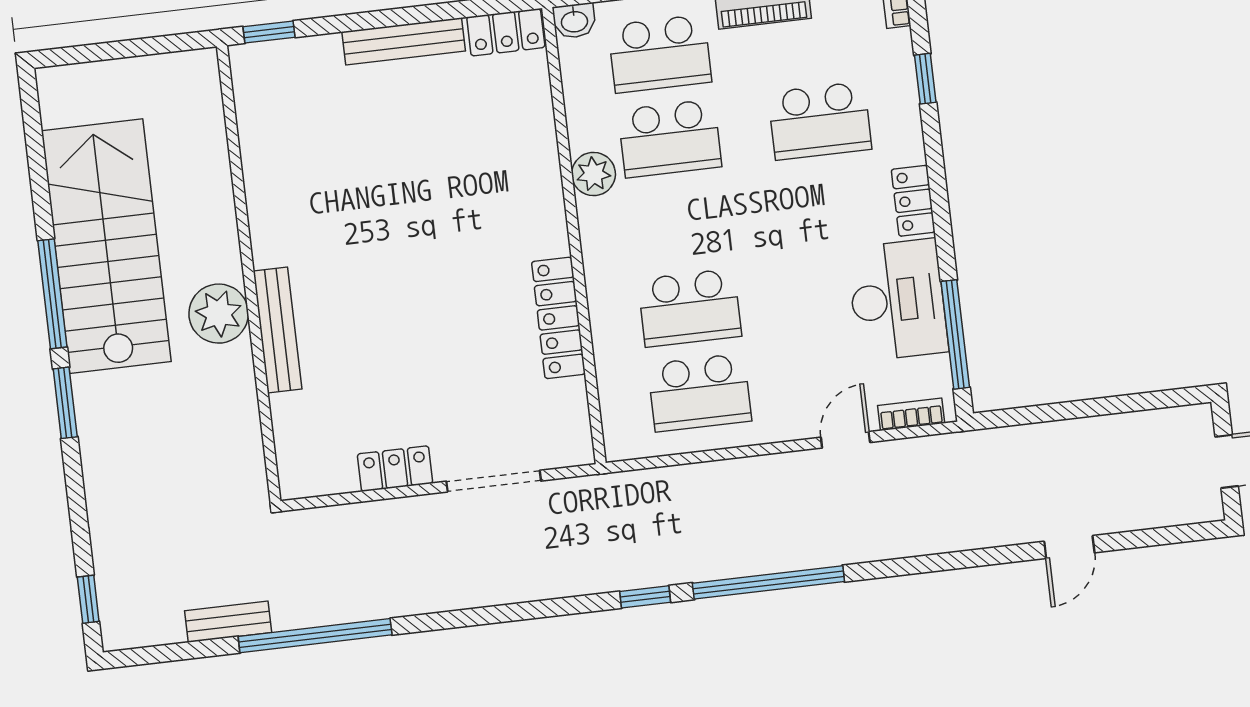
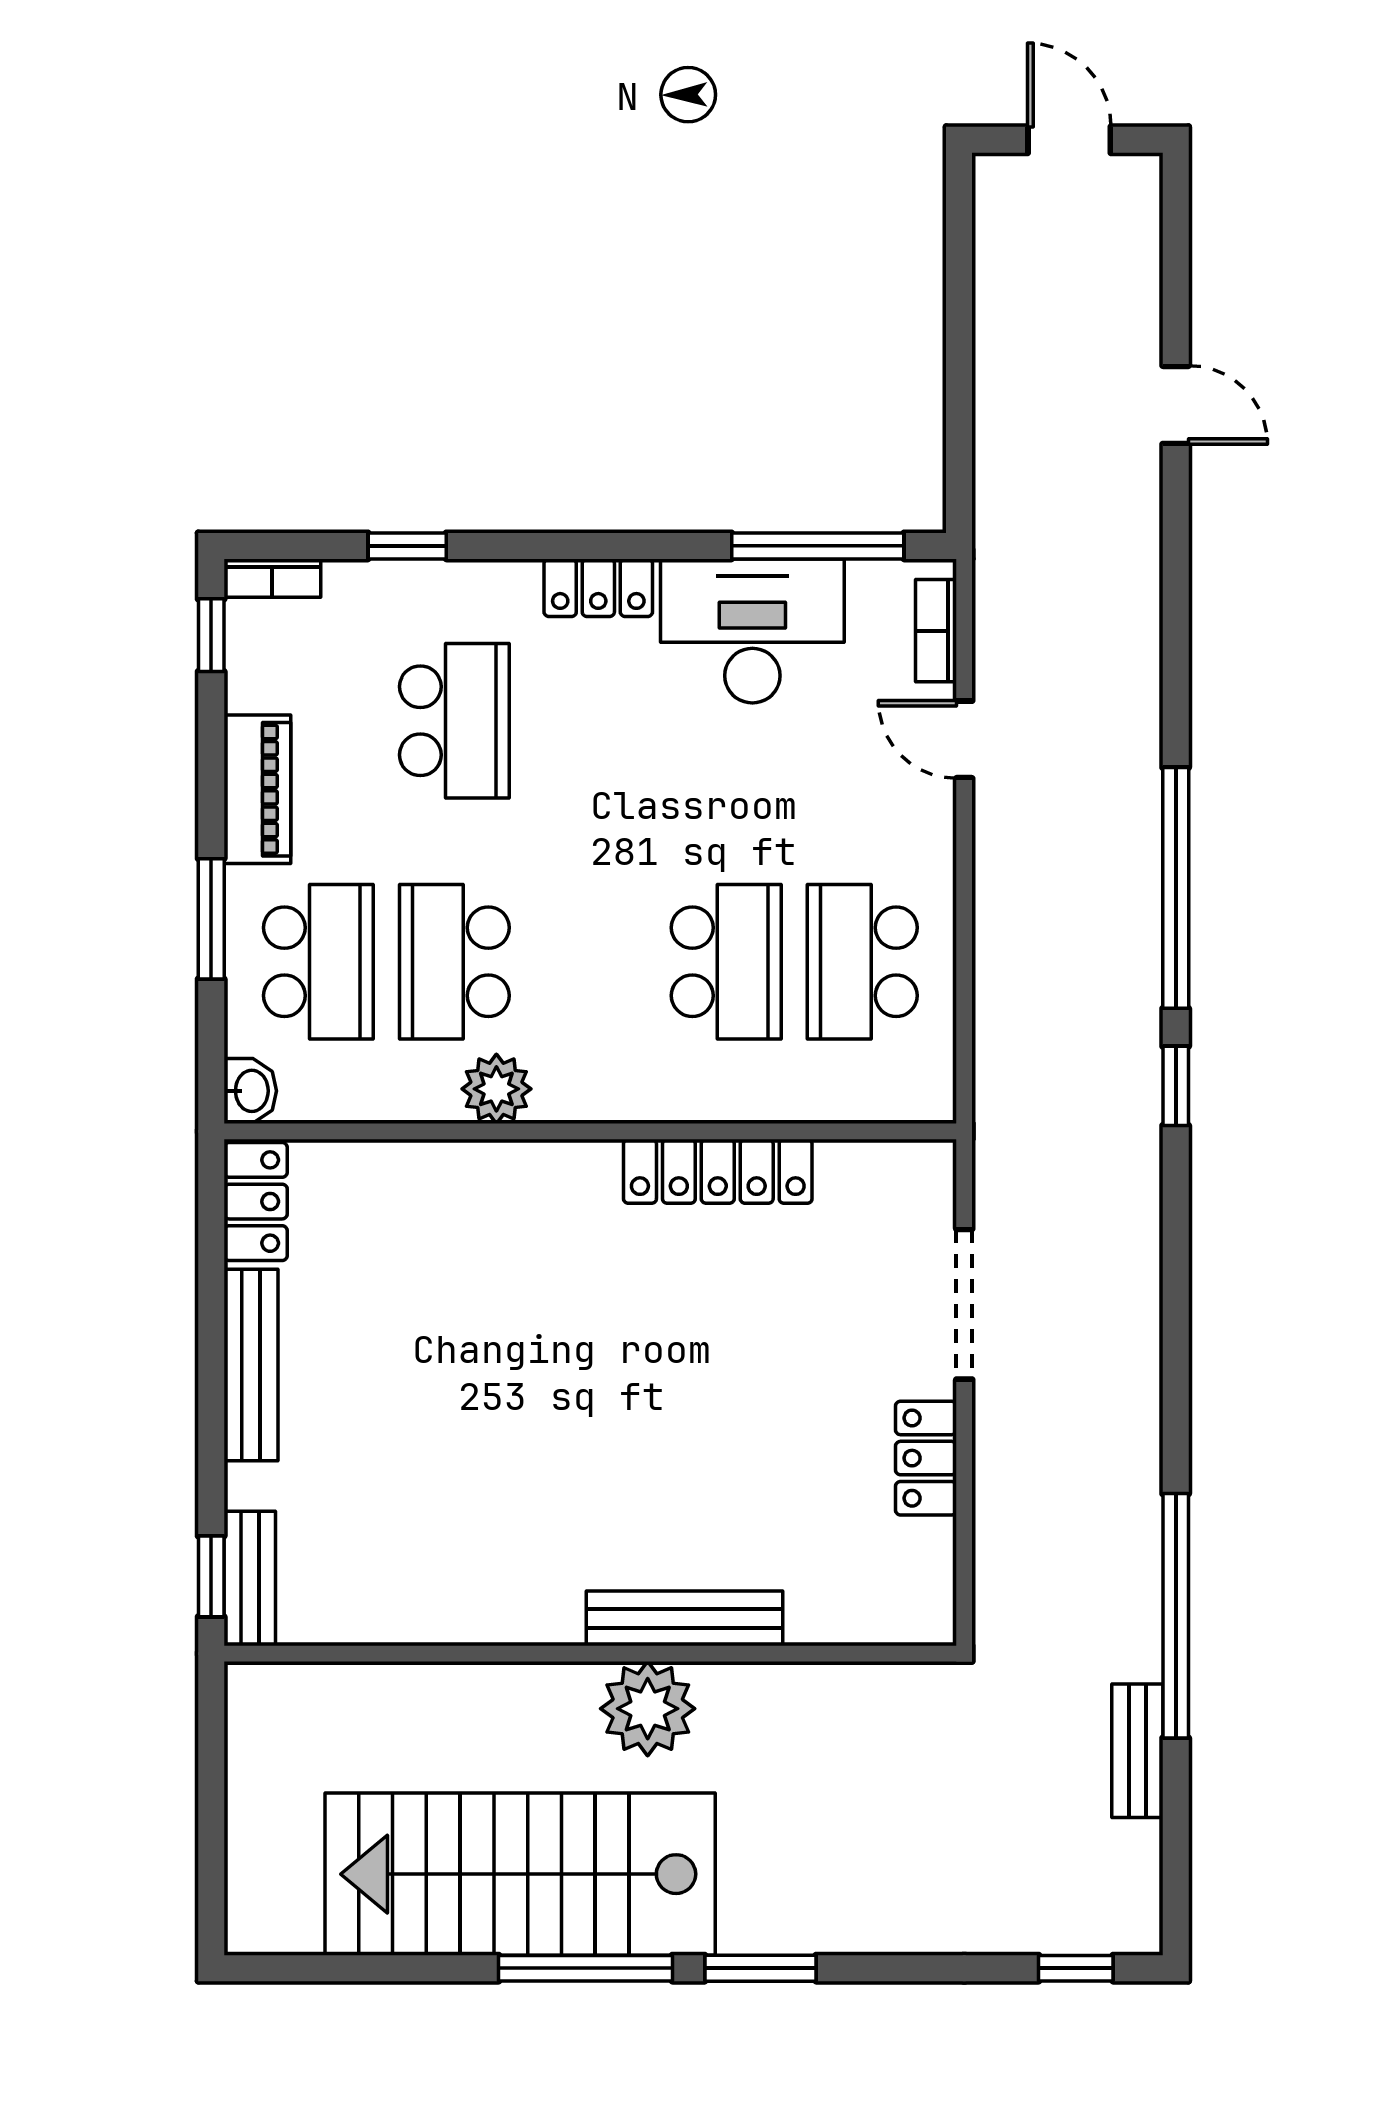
bench: (271, 56) -> (250, 1579), added
school desk: (670, 138) -> (454, 962), turned 180
school desk: (700, 393) -> (862, 962), turned 180

